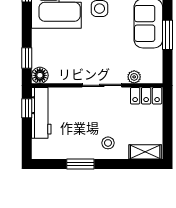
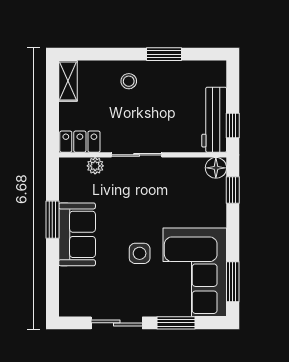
shelving: (145, 152) -> (68, 81), moved, turned 90

